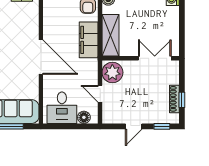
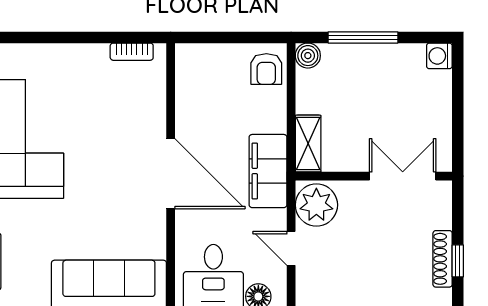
shelving: (110, 35) -> (308, 144), width x0.67, depth x0.75
filing cabinet: (89, 40) -> (268, 171), moved

